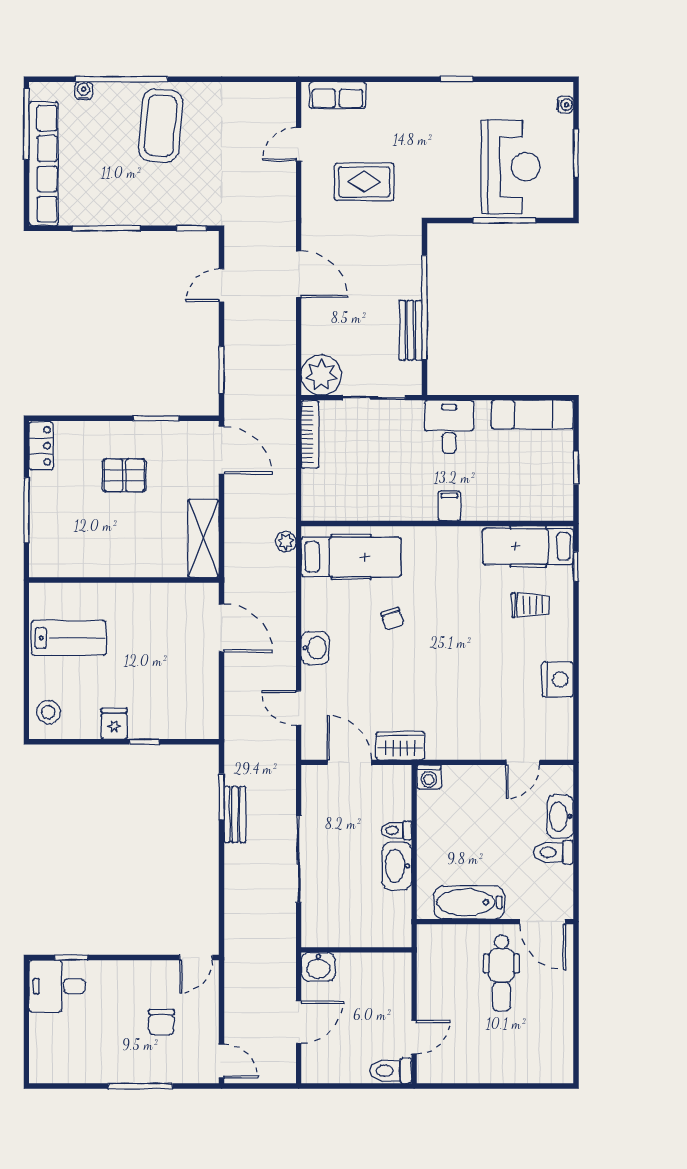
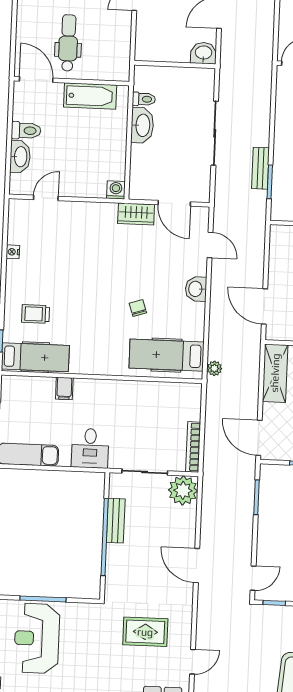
door: (222, 285) -> (253, 578), moved
filing cabinet: (449, 506) -> (64, 388), moved
nightstand: (558, 679) -> (13, 252), width x0.53, depth x0.56
toilet: (396, 830) -> (144, 99), moved

